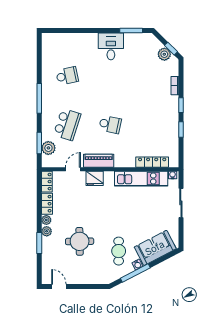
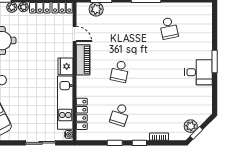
window: (131, 31) -> (215, 62), moved
school desk: (67, 124) -> (120, 115), moved, width x0.54
fridge: (95, 178) -> (65, 66), moved

